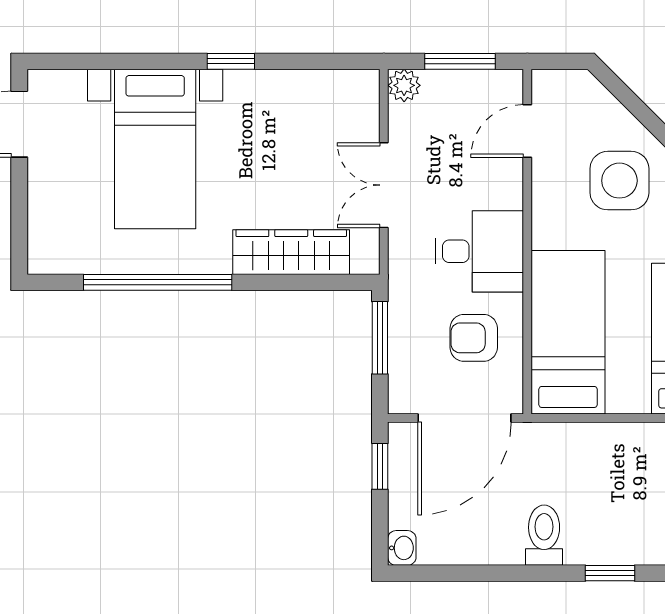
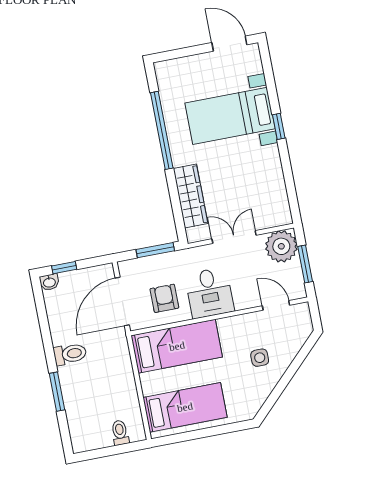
window: (231, 61) -> (279, 126), moved
plant: (404, 85) -> (281, 246), width x1.88, depth x1.88
side table: (619, 181) -> (260, 358), width x0.54, depth x0.54
door: (464, 418) -> (122, 302), hinge flipped
window: (380, 466) -> (64, 268), moved
window: (610, 573) -> (57, 392), width x1.50

